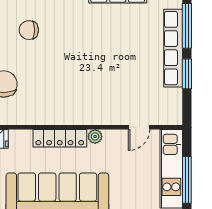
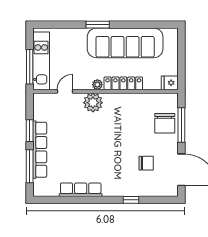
plant: (101, 112) -> (93, 103), added
window: (187, 180) -> (30, 67), moved

